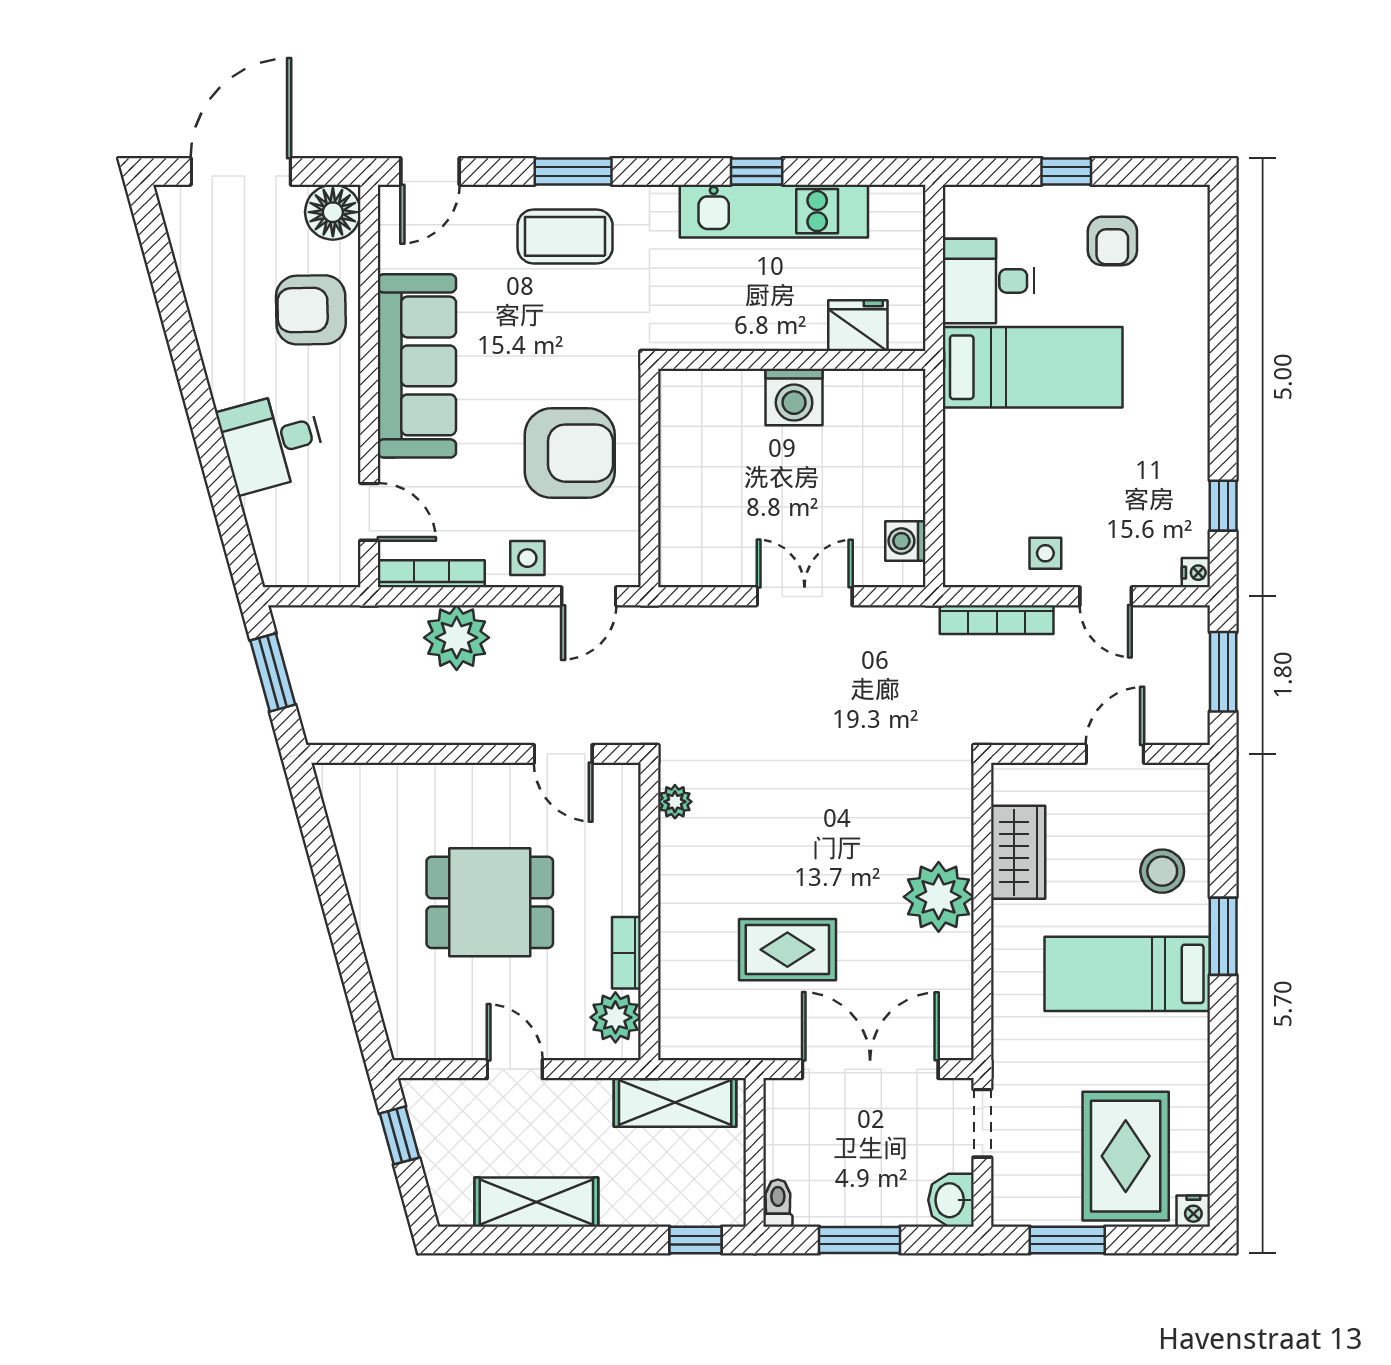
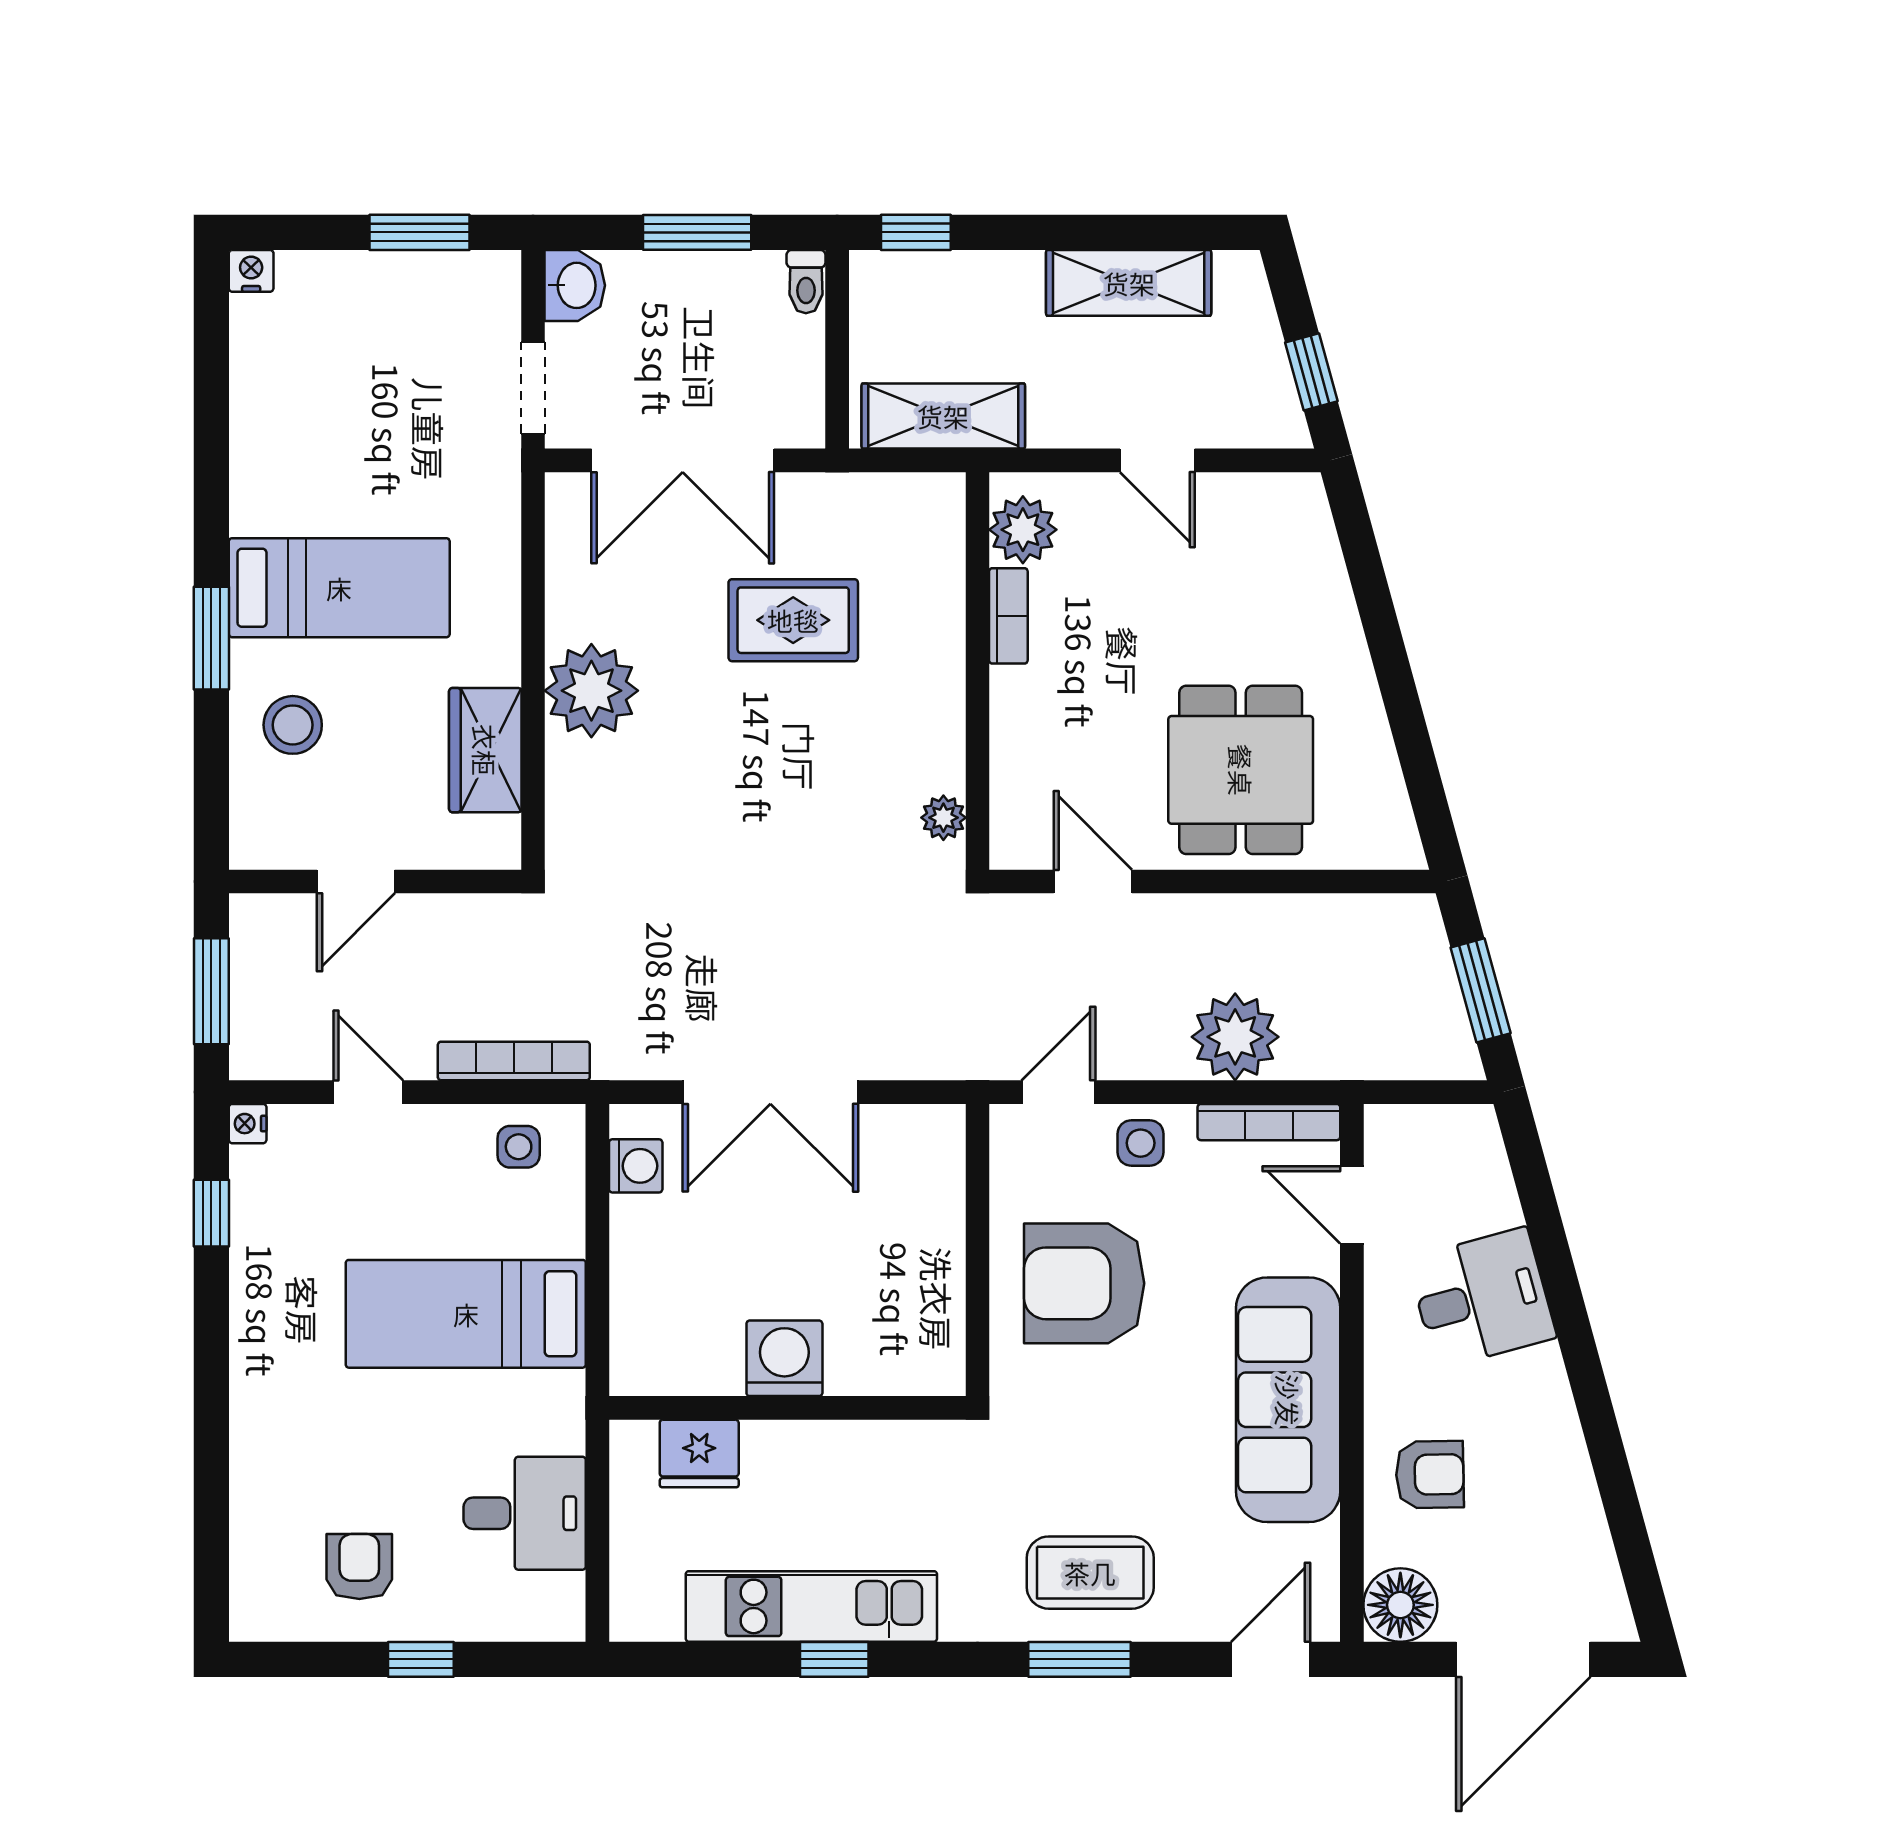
armchair: (311, 310) -> (1430, 1475), width x0.72, depth x0.72
bed: (1033, 367) -> (466, 1314), moved
side table: (1045, 553) -> (519, 1147), moved
double door: (805, 596) -> (770, 1092), width x1.37
dining table: (490, 902) -> (1241, 770), moved, turned 90
rug: (1126, 1156) -> (342, 344), removed

